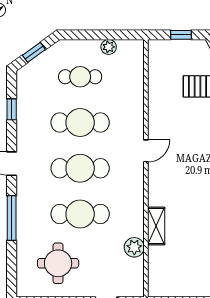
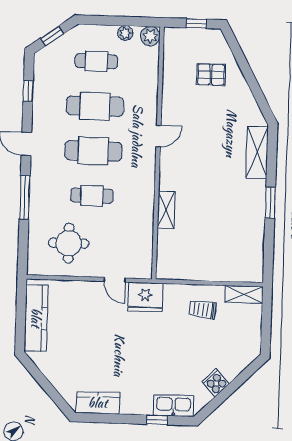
cafe table: (80, 214) -> (92, 196), width x0.73, depth x0.74
plant: (134, 247) -> (150, 36), moved

